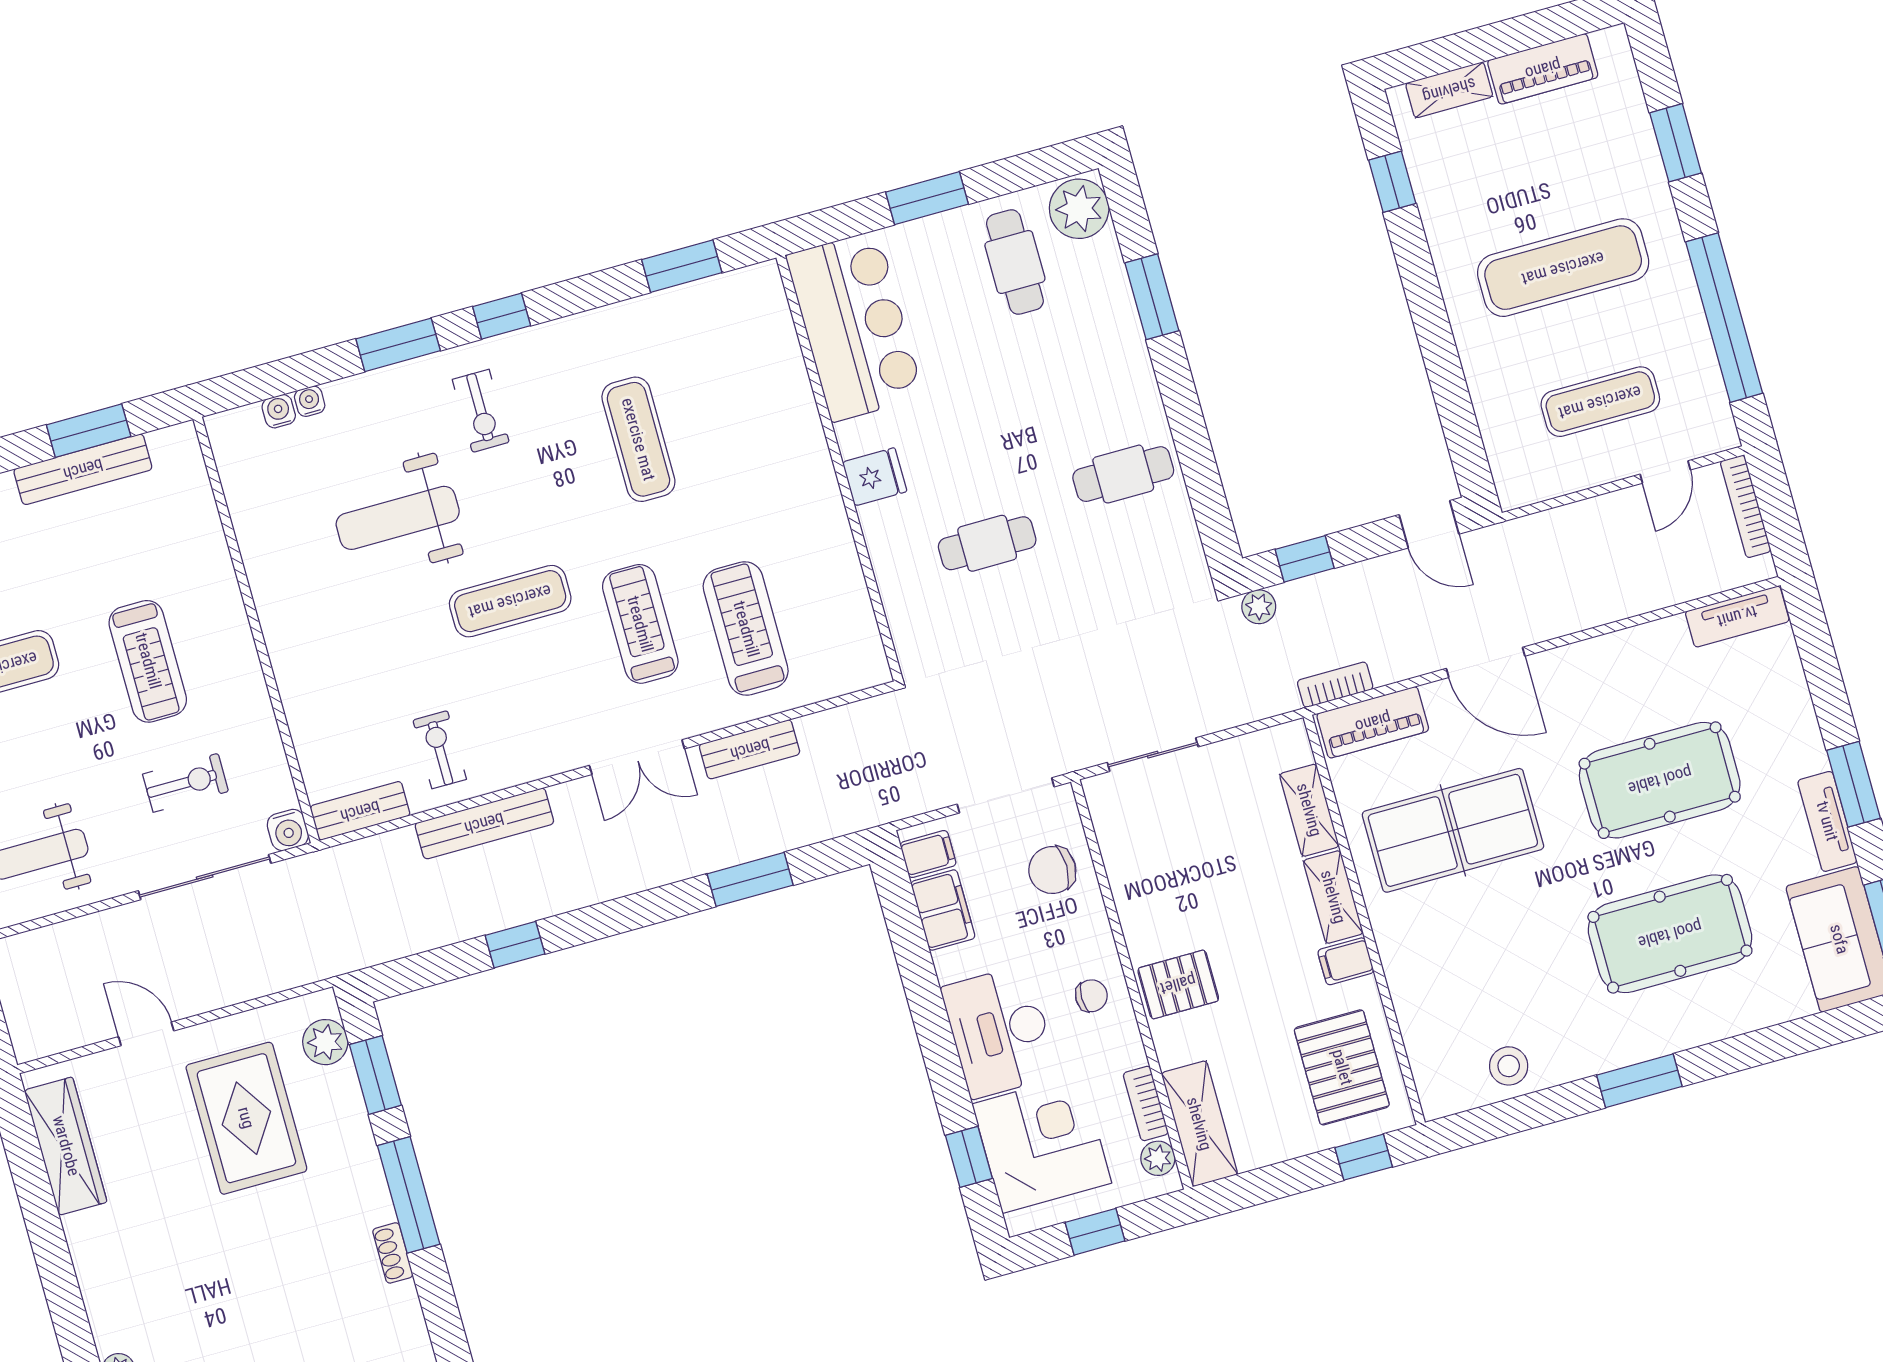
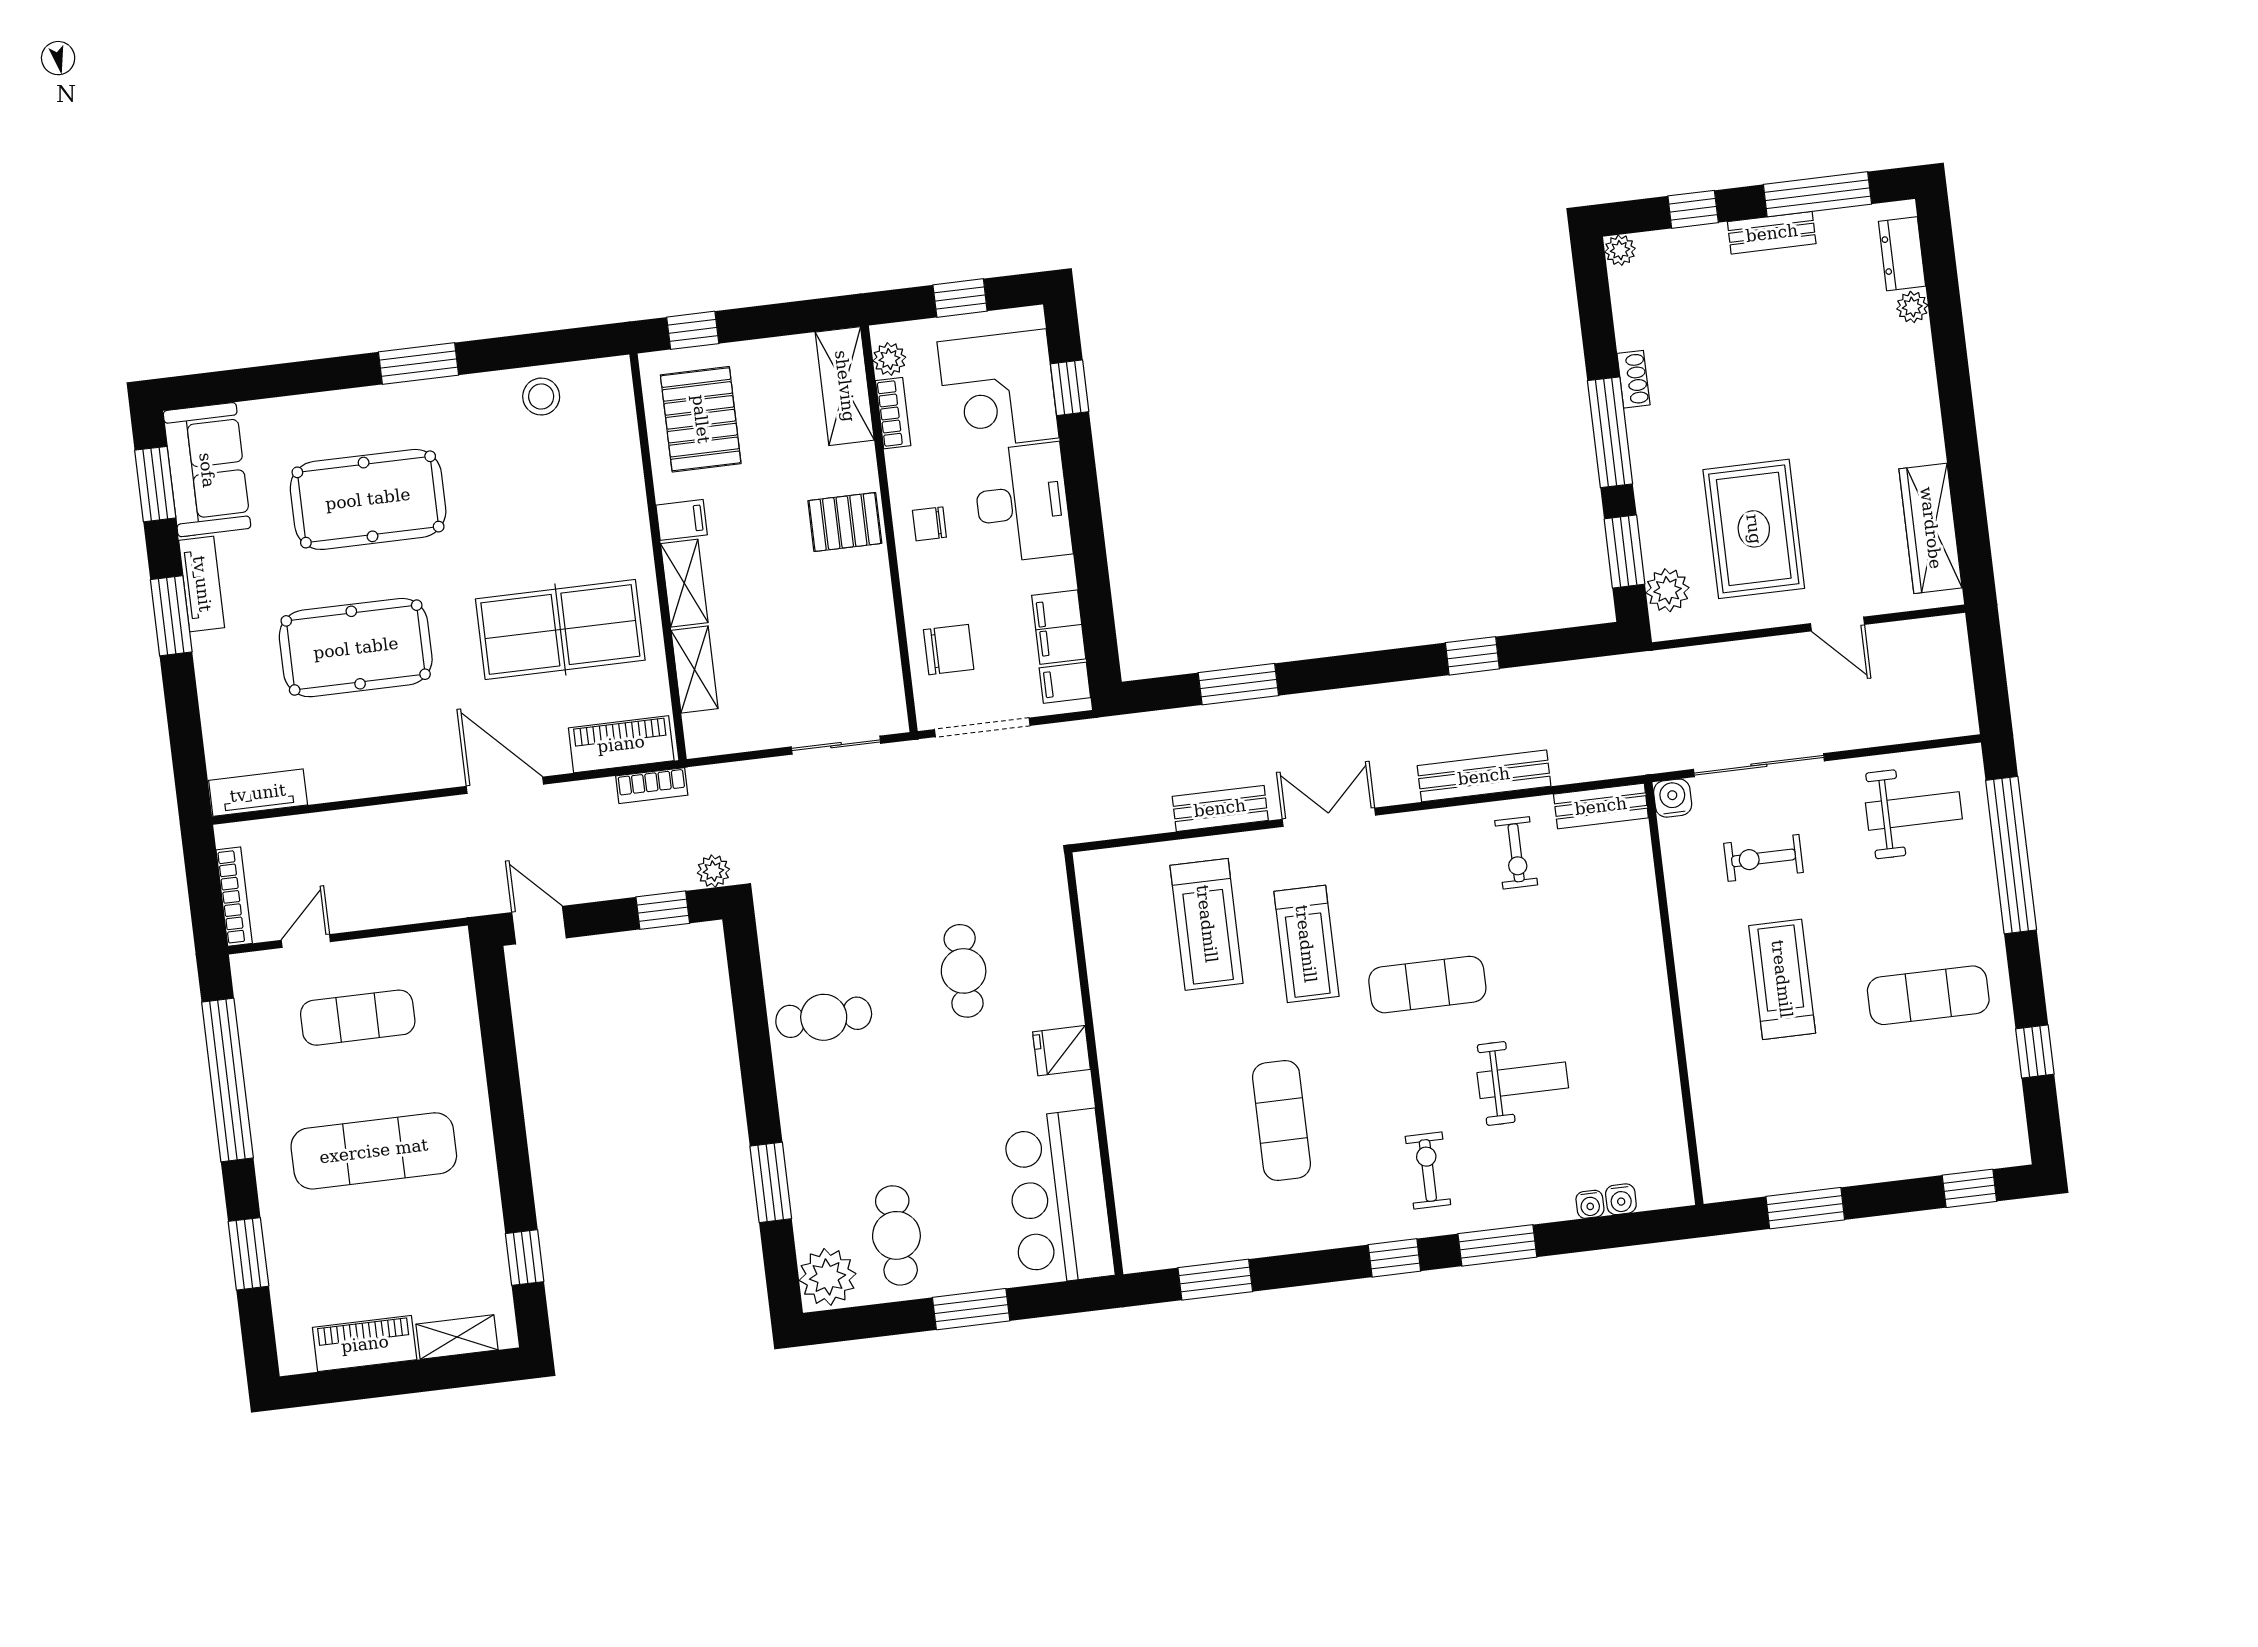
bench: (83, 469) -> (1816, 1172), removed
weight bench: (398, 518) -> (1523, 1080), width x0.73, depth x0.75
cafe table: (987, 543) -> (964, 971), turned 90

